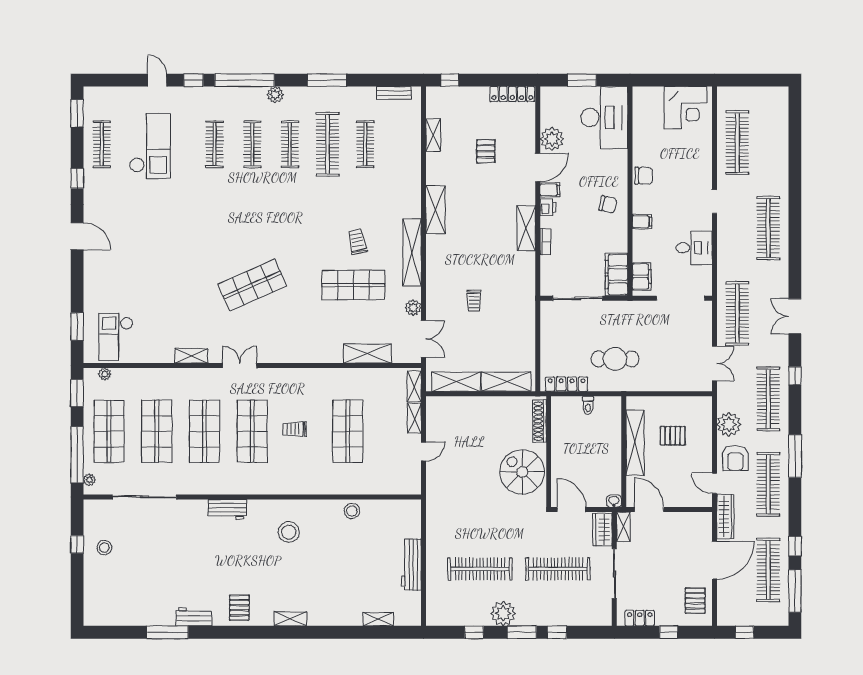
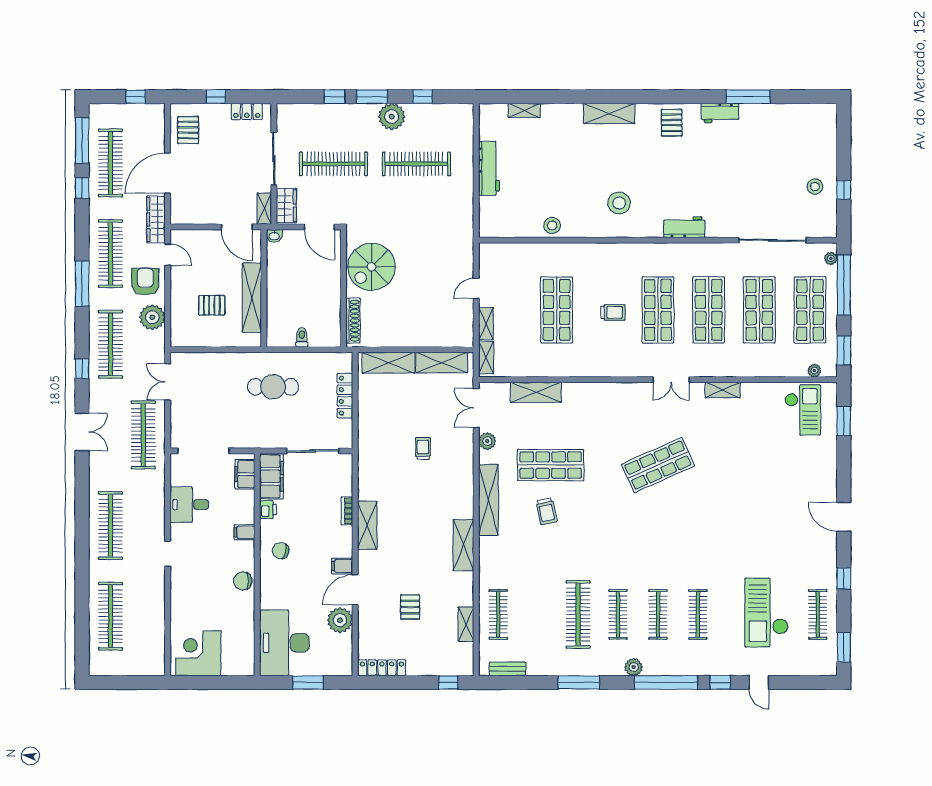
clothes rail: (737, 143) -> (111, 616), moved
clothes rail: (365, 144) -> (498, 614), moved
printer: (548, 207) -> (268, 510), moved, turned 180
locker: (567, 384) -> (345, 396), moved, turned 90
spiral stairs: (522, 472) -> (372, 267), turned 90
shelving: (290, 619) -> (609, 114), width x1.50, depth x1.33

